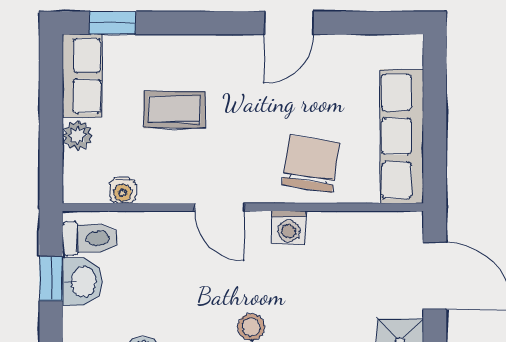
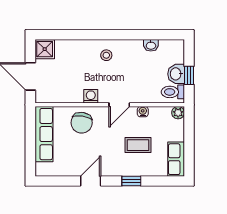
window: (112, 23) -> (131, 181), moved
plant: (78, 135) -> (178, 113), moved
water cooler: (123, 191) -> (143, 112), moved
door: (220, 207) -> (119, 105), swing flipped

